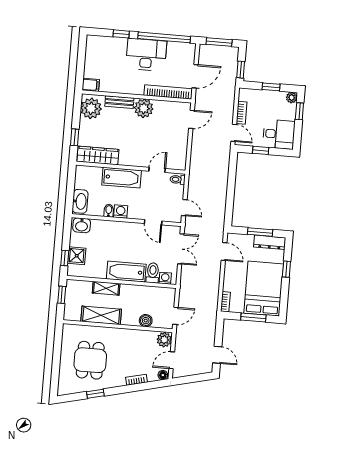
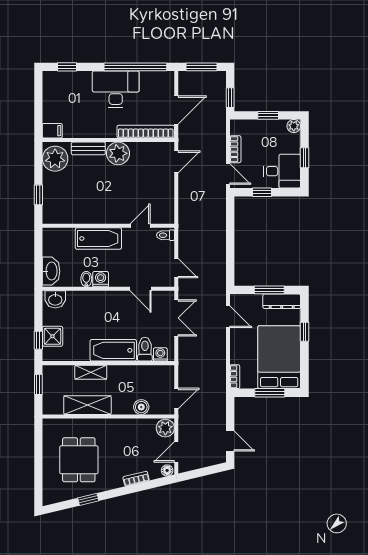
window: (121, 34) -> (67, 67), moved
window: (299, 111) -> (304, 158), moved
wardrobe: (98, 155) -> (68, 214), removed

